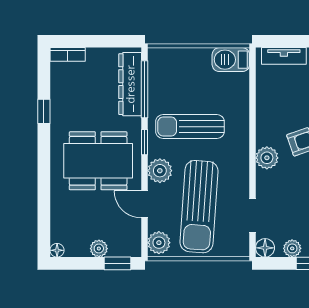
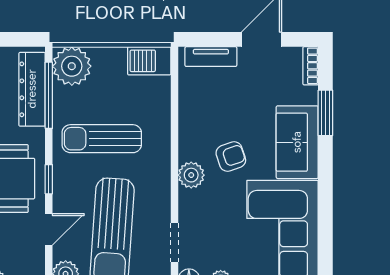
window: (145, 142) -> (49, 179), moved
plant: (160, 171) -> (72, 66), moved, width x1.36, depth x1.36
door: (145, 204) -> (49, 229), swing flipped

